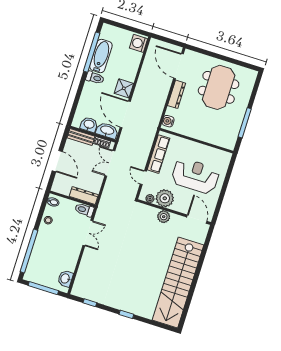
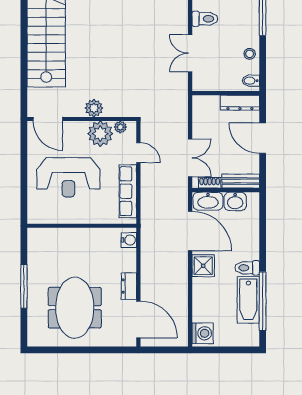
dresser: (177, 94) -> (129, 286), width x0.70
window: (245, 123) -> (24, 286), moved
dresser: (84, 196) -> (240, 103), moved
toilet: (84, 210) -> (205, 19), moved

